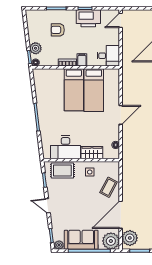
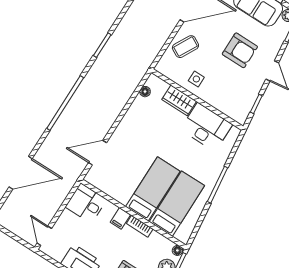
door: (121, 20) -> (44, 236), swing flipped
bed: (94, 90) -> (177, 204), moved
door: (121, 115) -> (98, 153), moved
rug: (62, 171) -> (228, 102), removed
armchair: (75, 206) -> (240, 50), added

